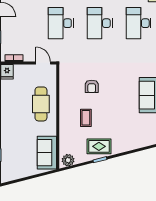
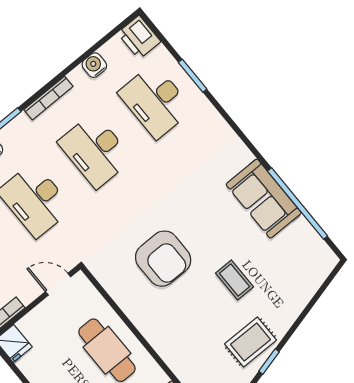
armchair: (92, 86) -> (163, 259), width x1.88, depth x1.88
coffee table: (86, 118) -> (234, 280), moved

